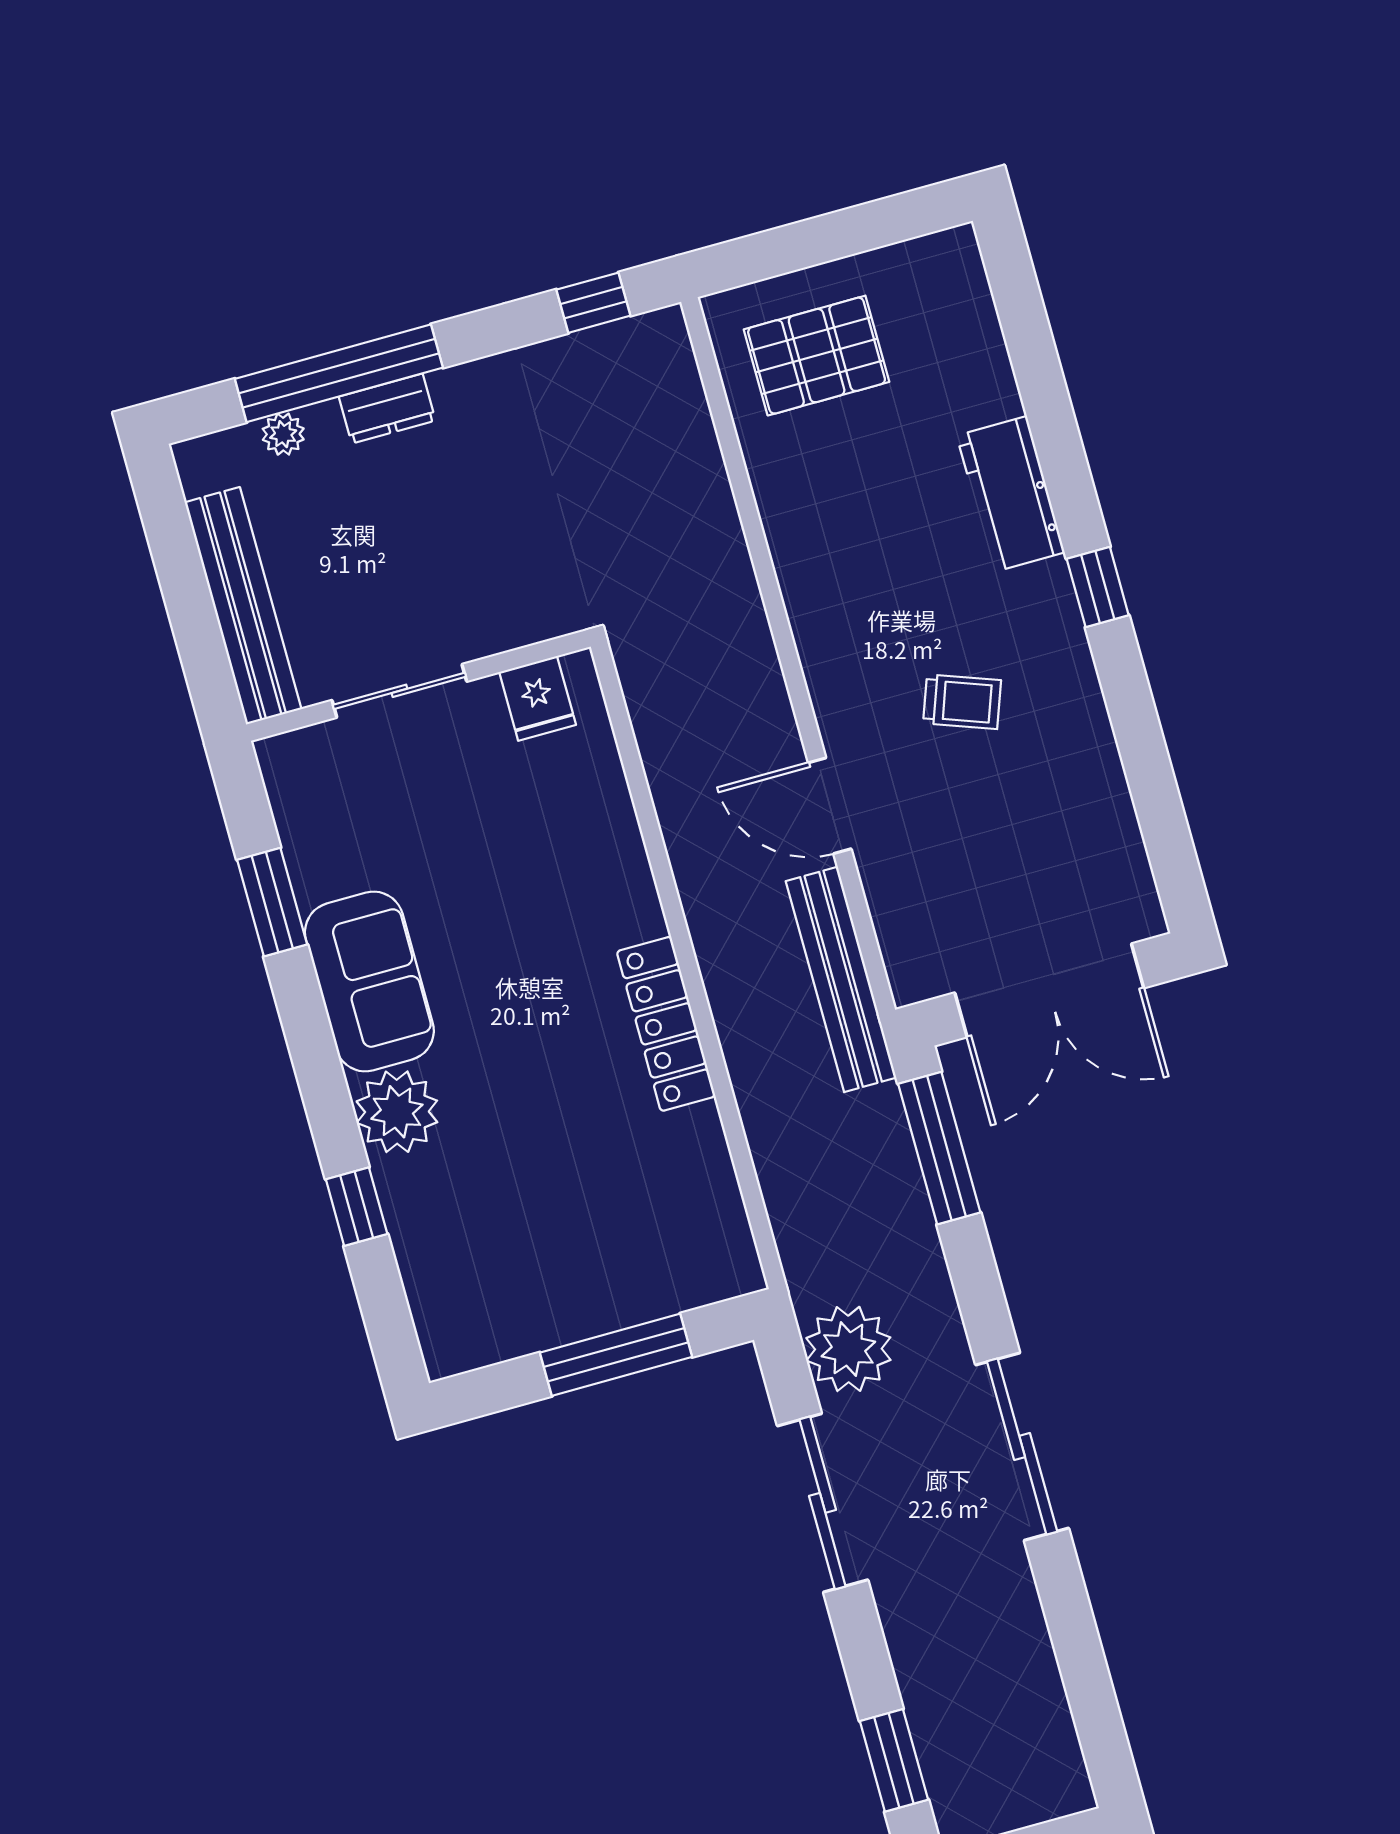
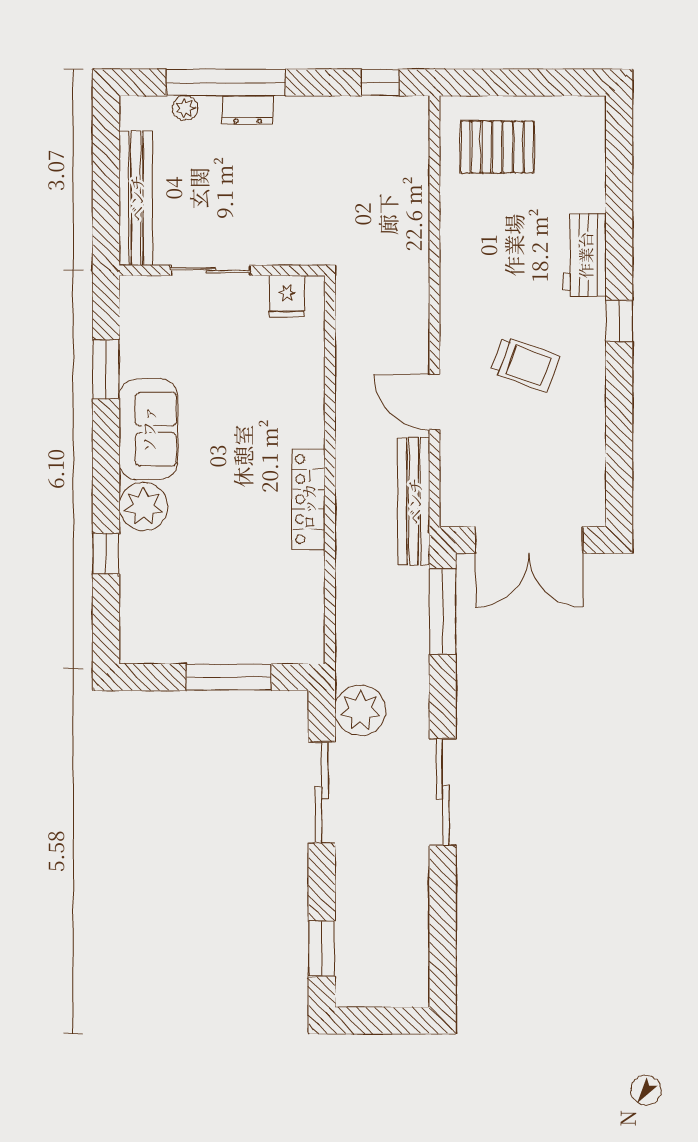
trolley: (962, 702) -> (525, 364), width x1.36, depth x1.39

